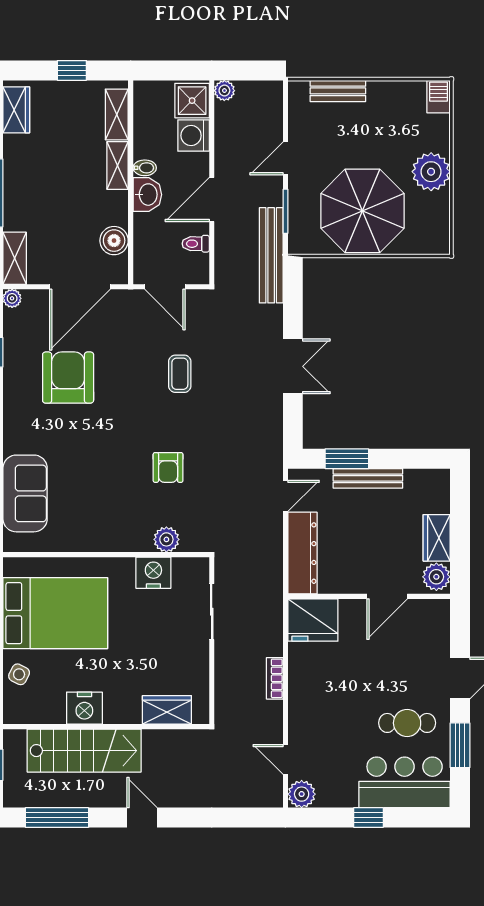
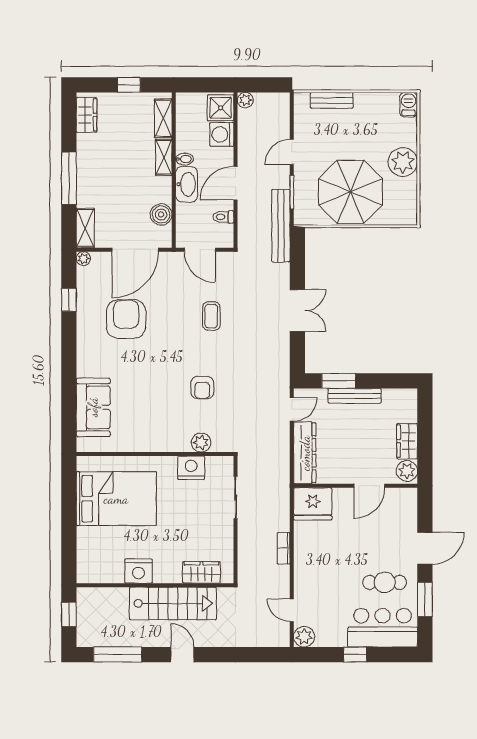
washbasin: (147, 195) -> (186, 184), width x1.38
side table: (19, 674) -> (89, 545), removed
stairs: (84, 751) -> (173, 603), moved

